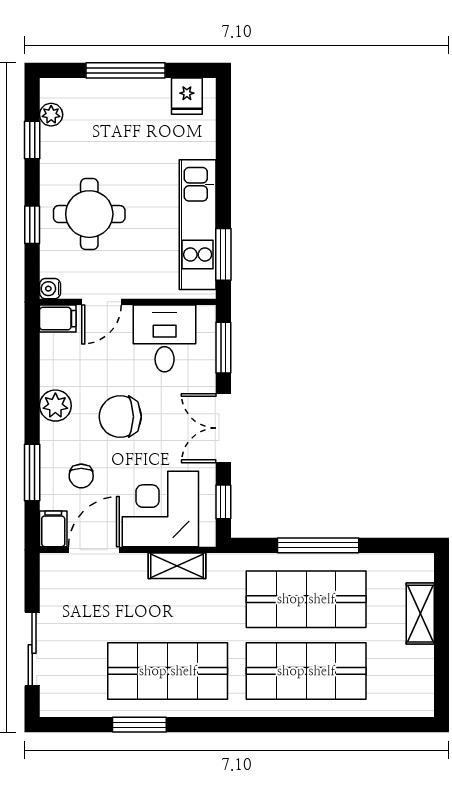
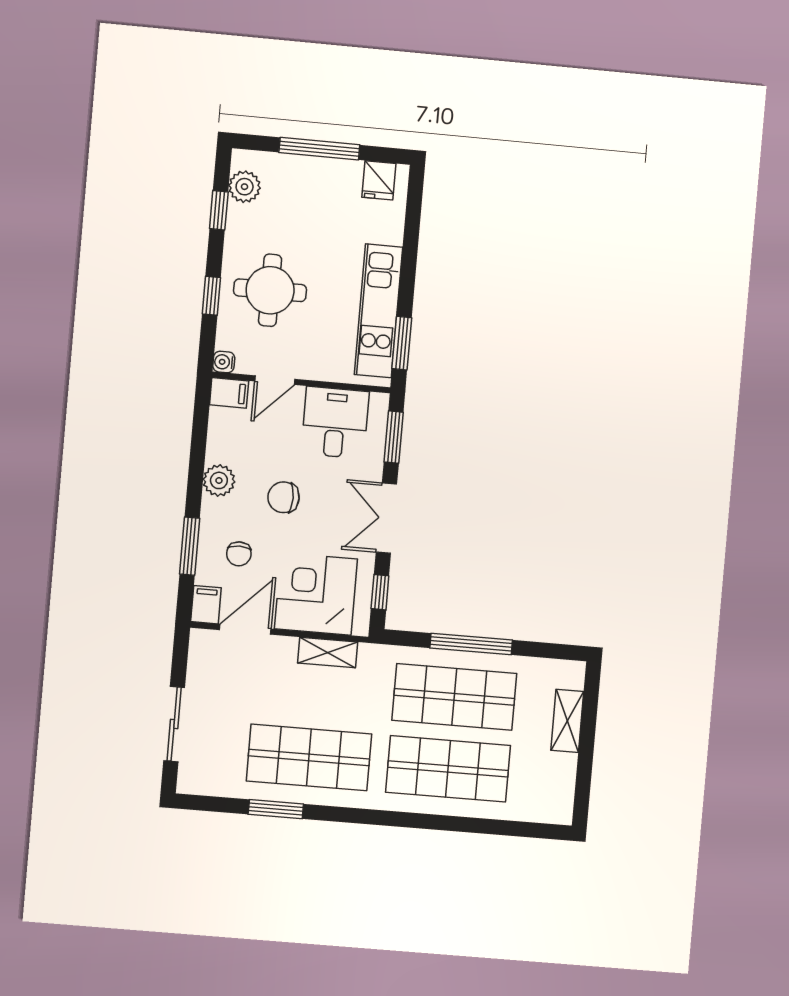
plant: (51, 115) -> (245, 187), width x1.38, depth x1.38
chair: (120, 417) -> (284, 497), width x0.73, depth x0.73

